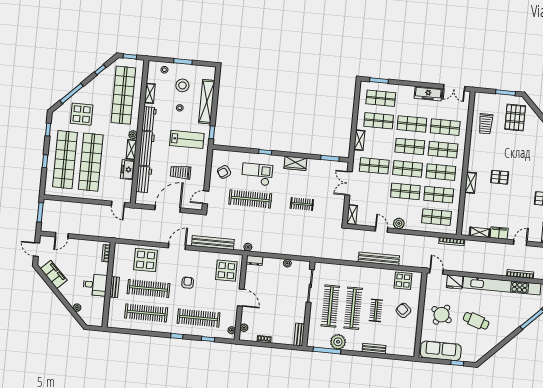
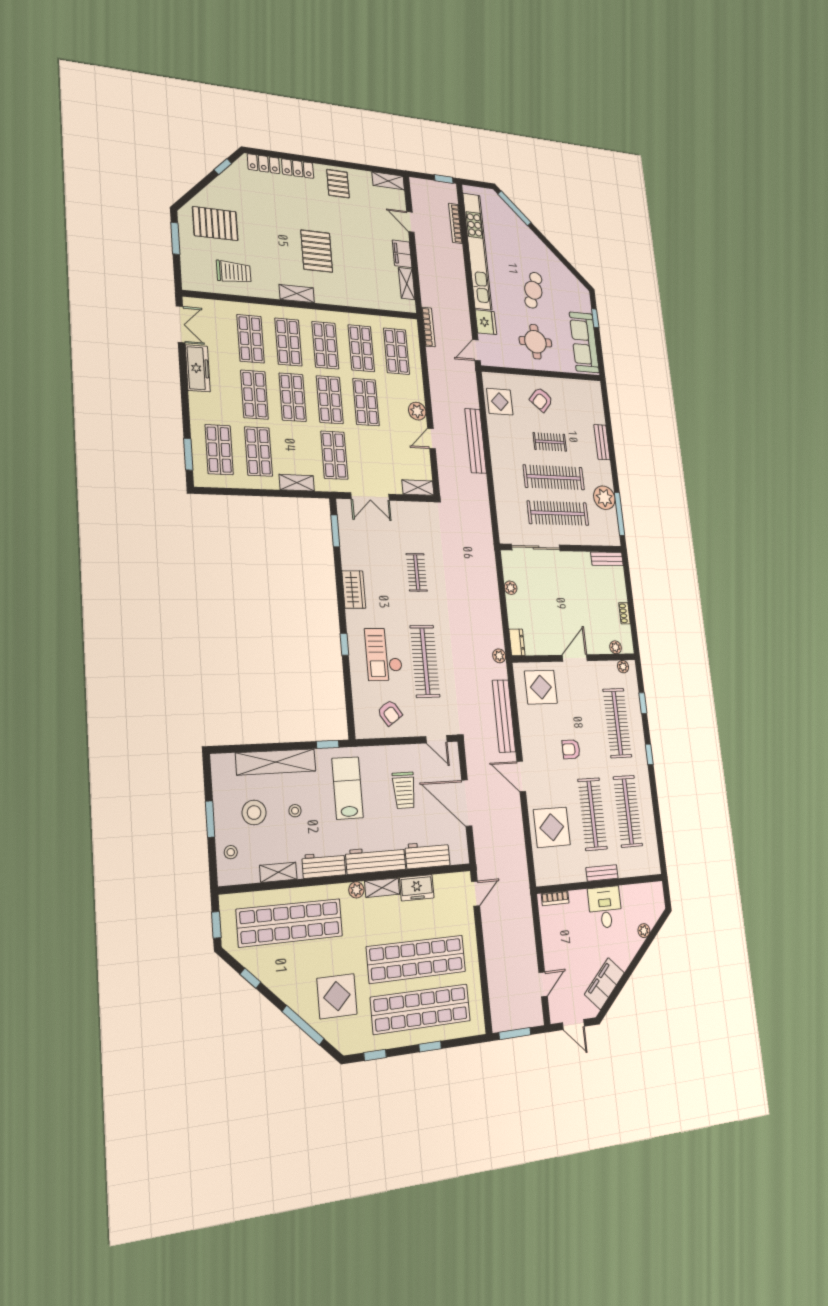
pallet: (500, 177) -> (317, 251), width x1.50, depth x1.42
shelving: (471, 183) -> (297, 294), moved
door: (62, 235) -> (543, 984), hinge flipped
door: (37, 250) -> (573, 1025), hinge flipped
round table: (442, 315) -> (535, 342), turned -33

